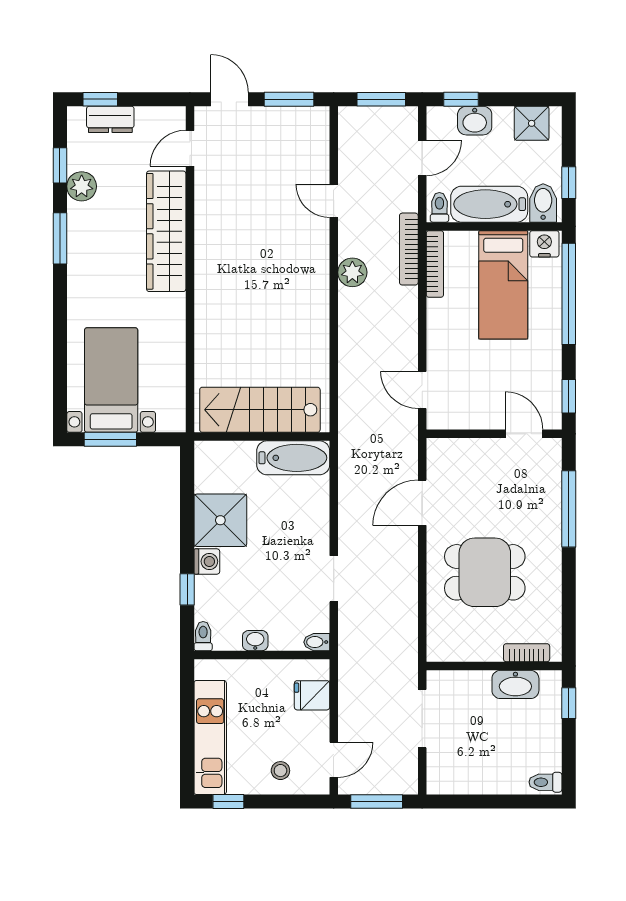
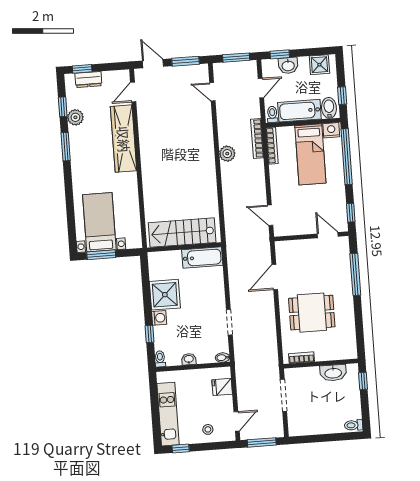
door: (334, 201) -> (212, 92), moved
bookcase: (527, 653) -> (302, 358), moved

